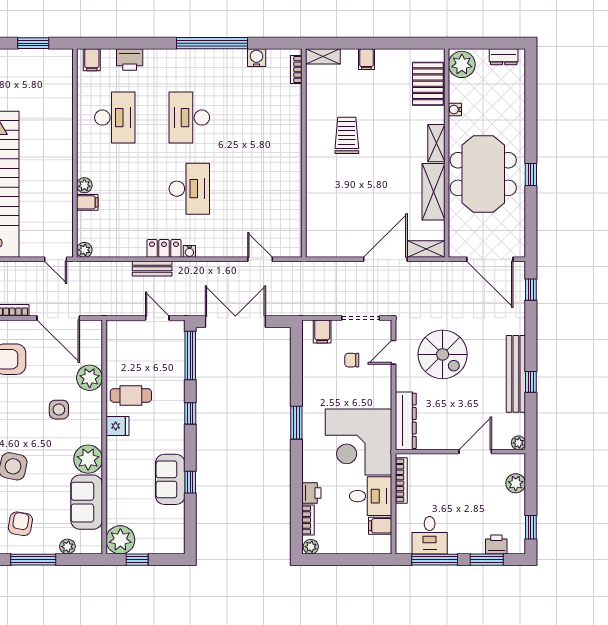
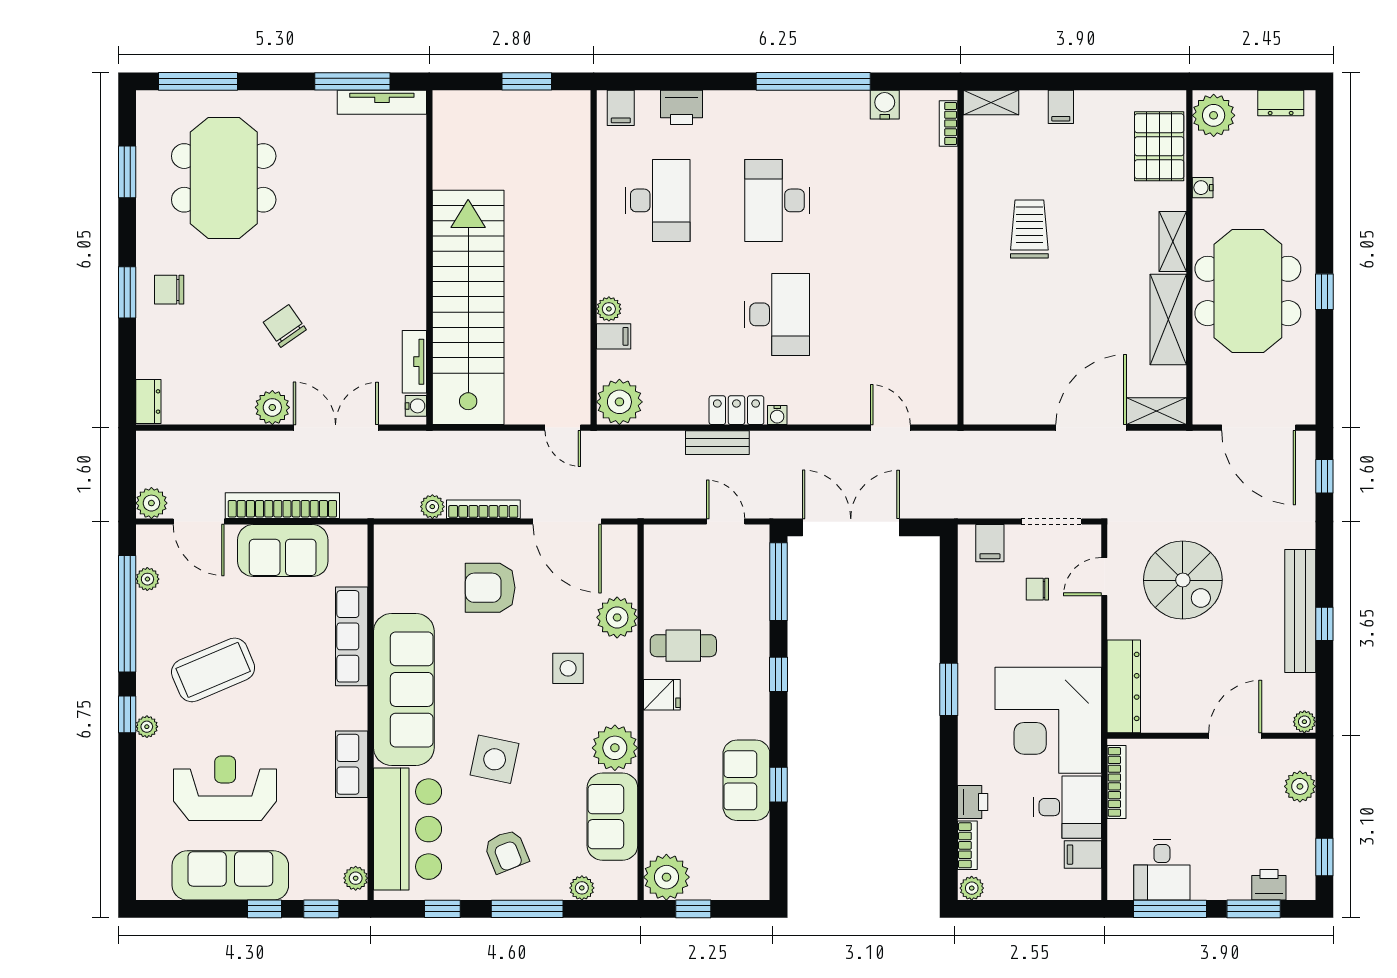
plant: (84, 250) -> (619, 402), width x1.87, depth x1.87
armchair: (20, 524) -> (506, 851), turned 148

